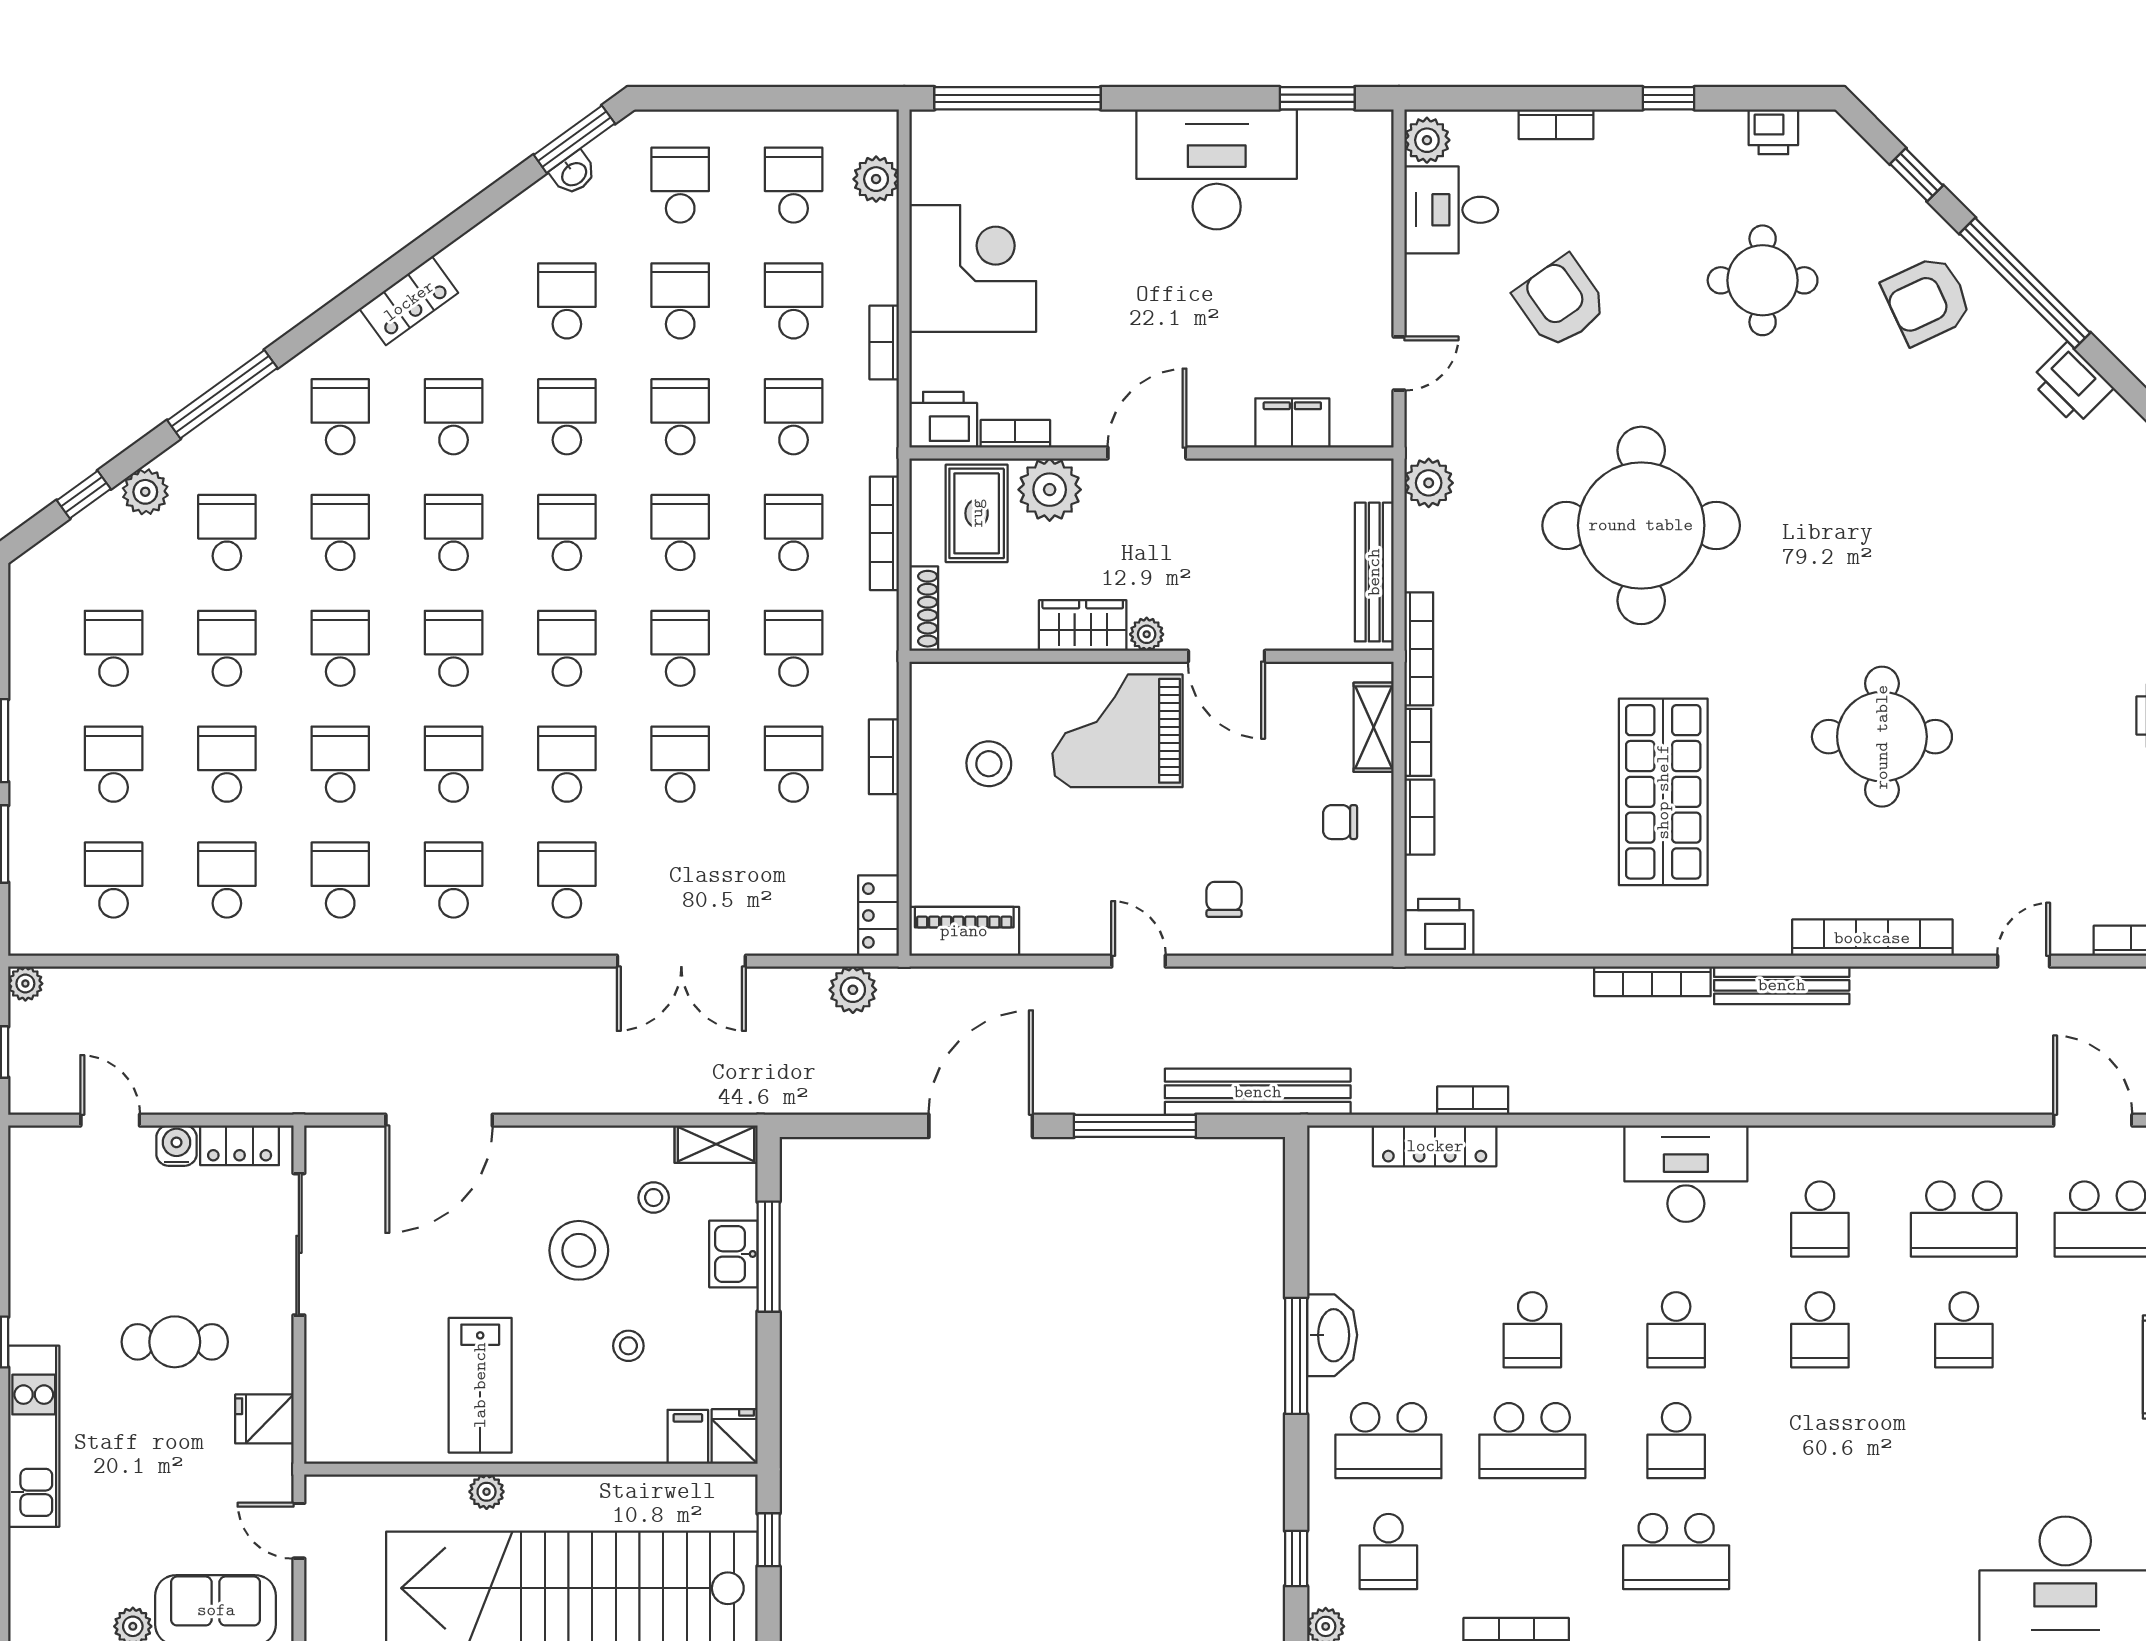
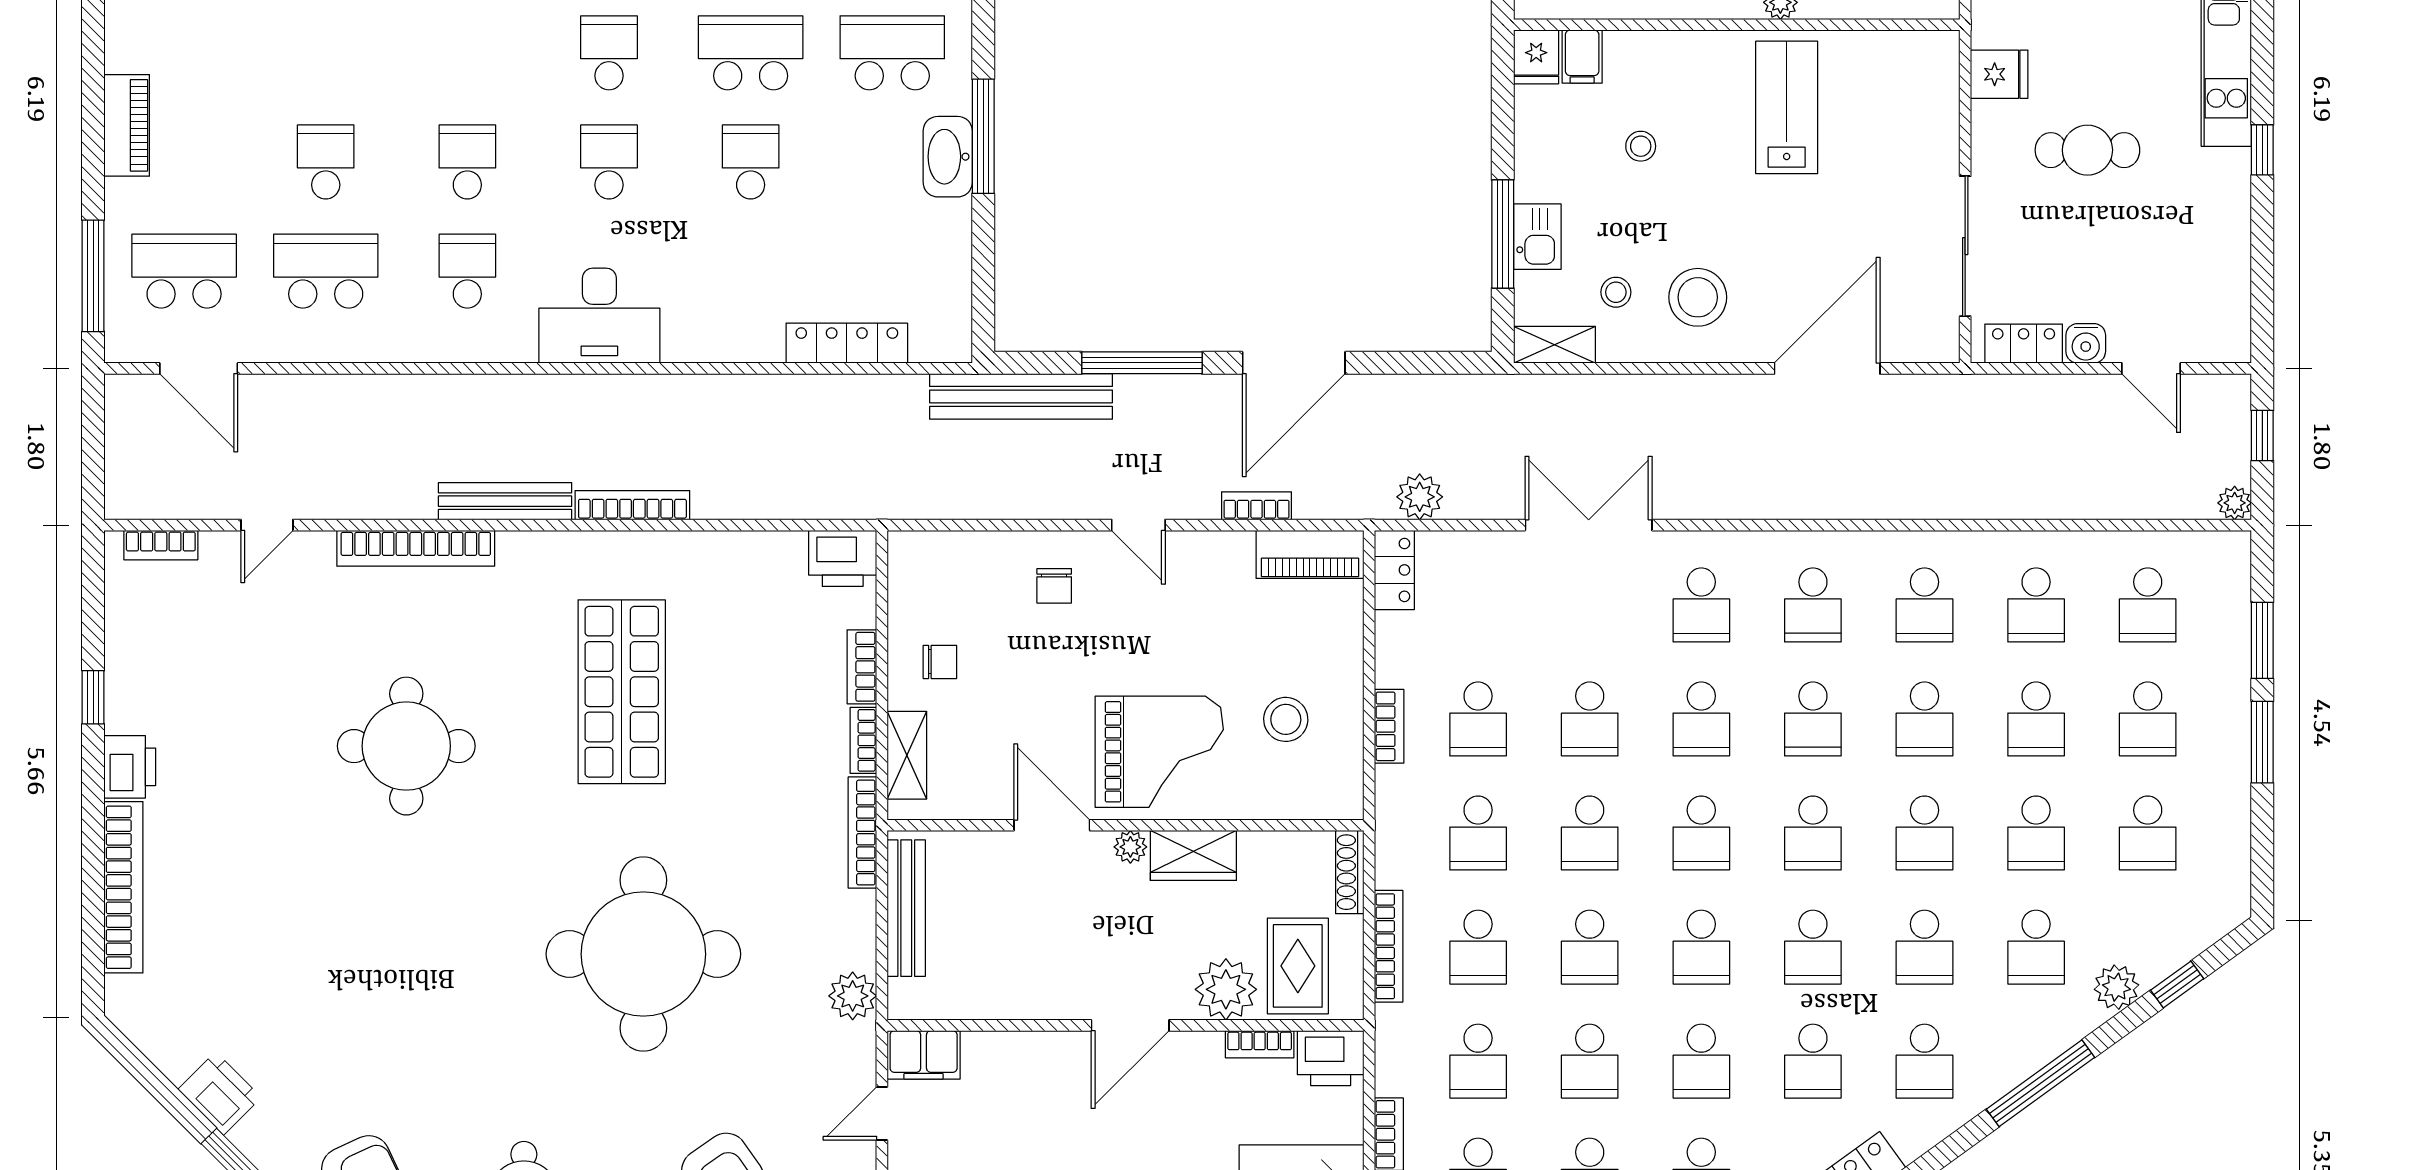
filing cabinet: (1292, 423) -> (924, 1055), moved
bookcase: (1473, 1101) -> (1257, 506), moved, turned 180
stool: (579, 1250) -> (1698, 297), moved

